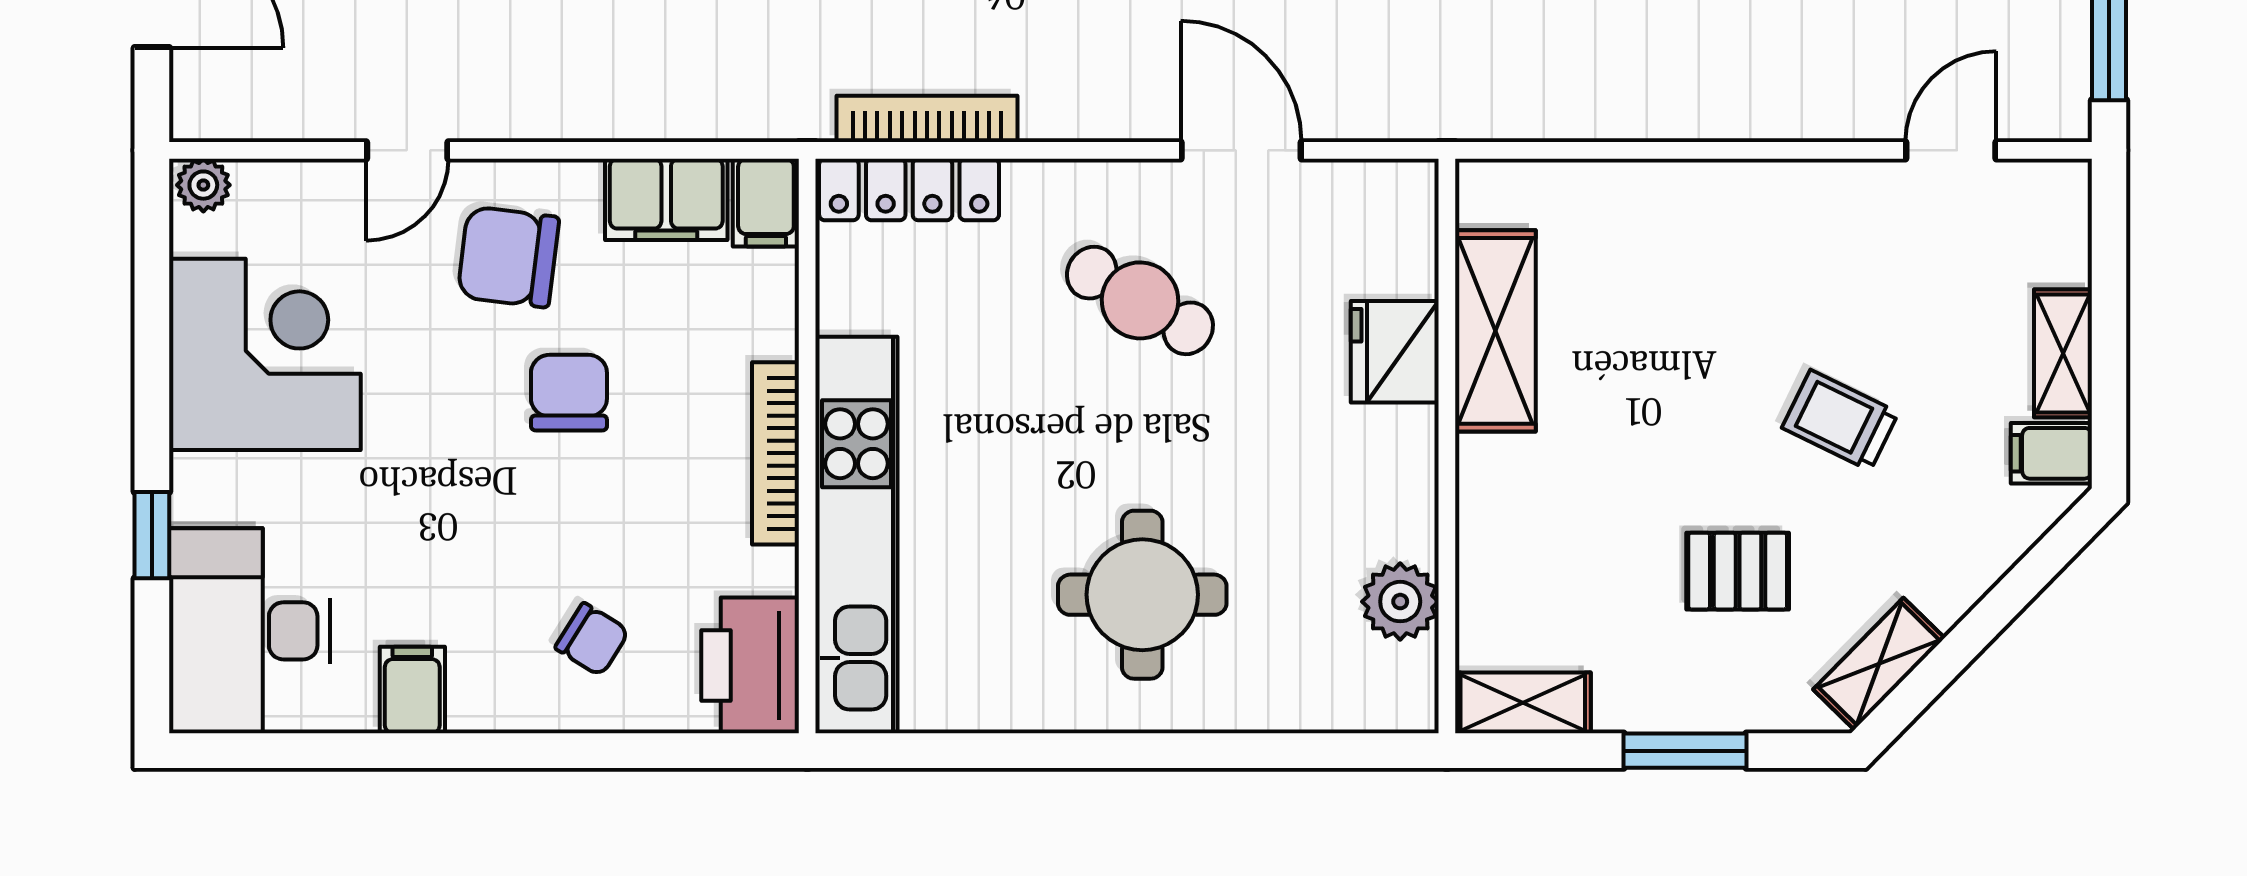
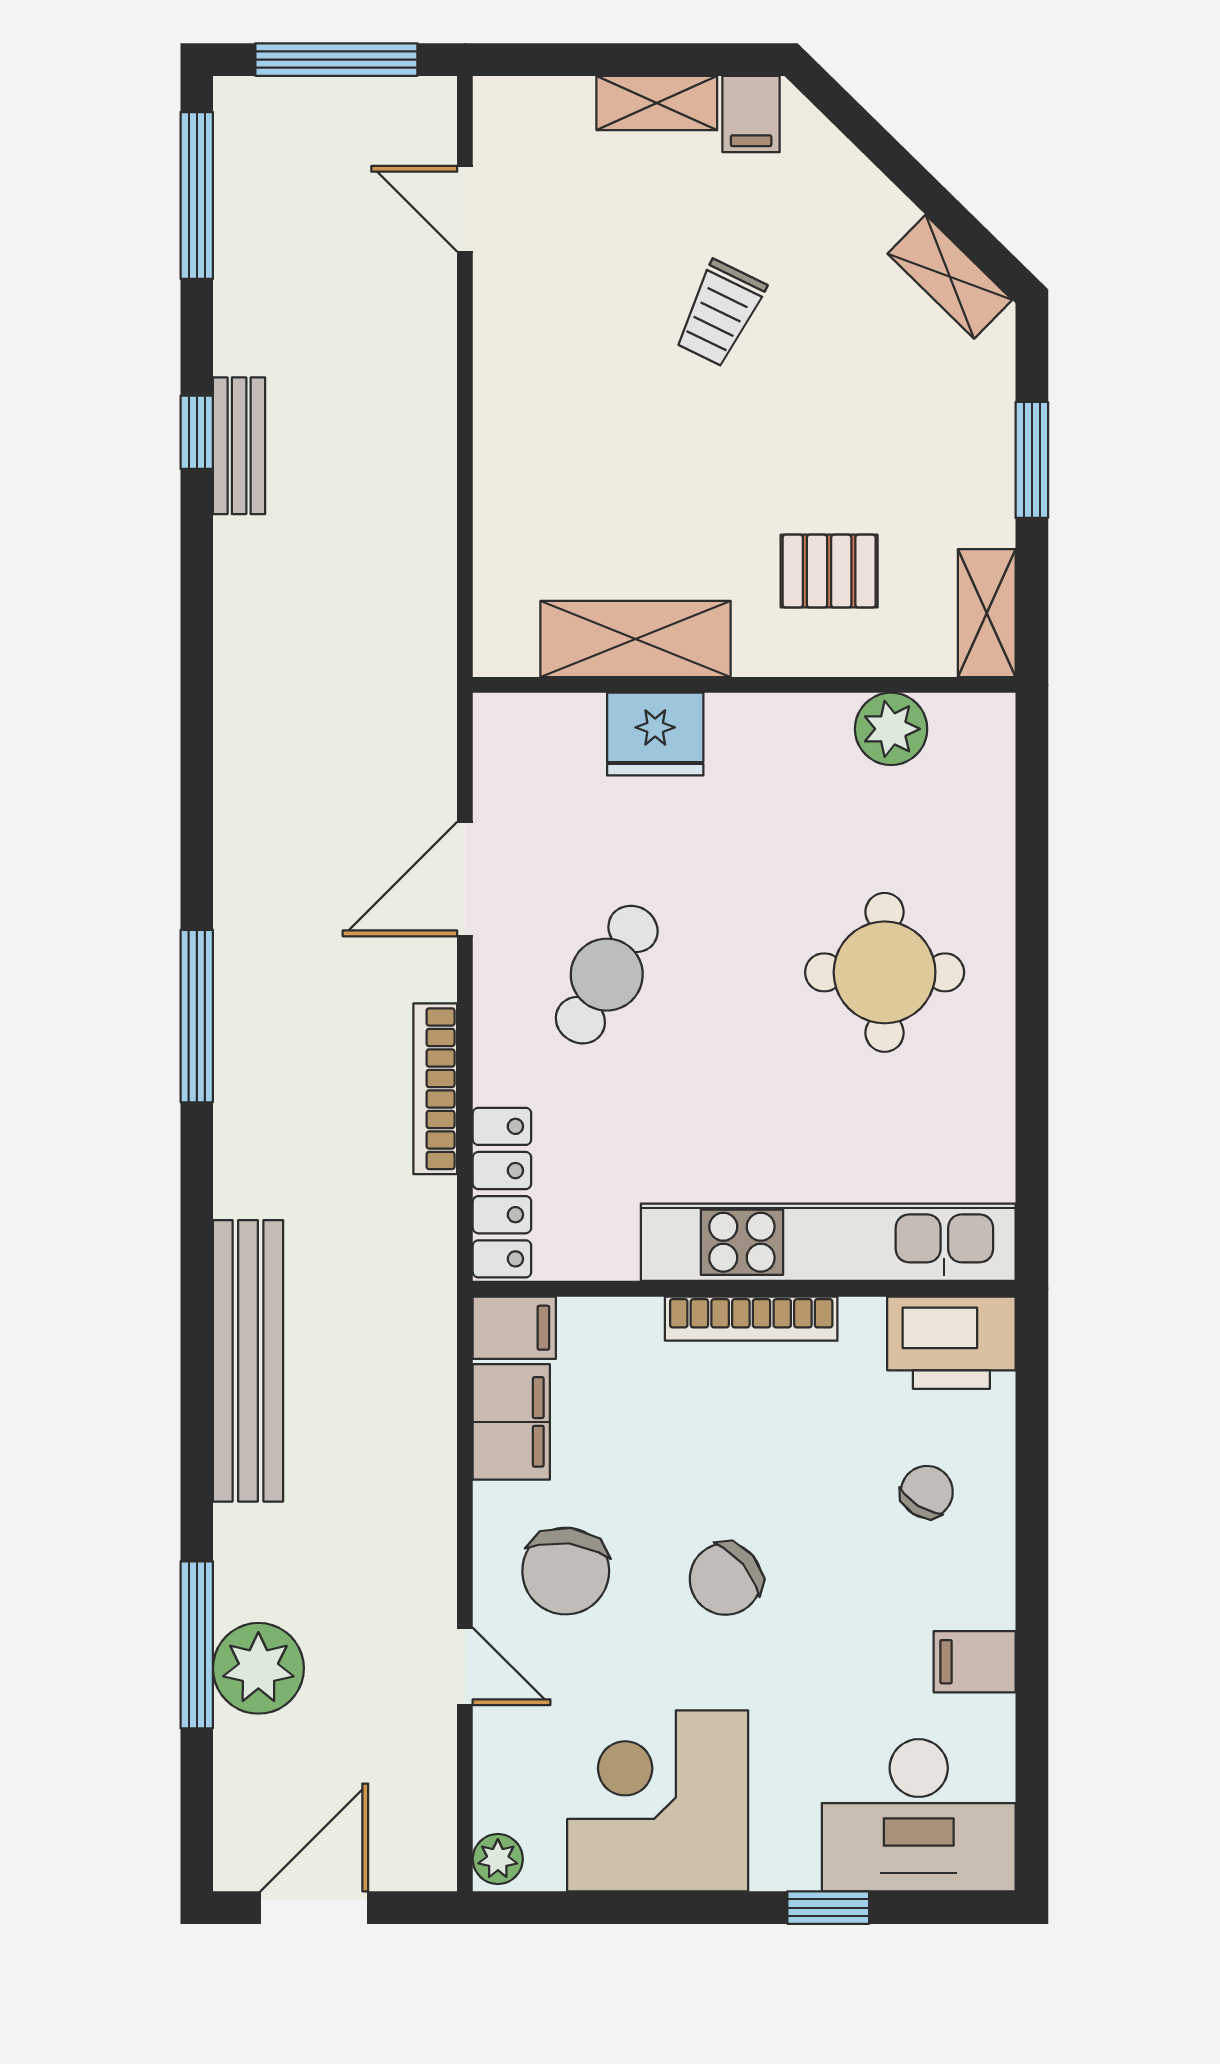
bookcase: (927, 119) -> (435, 1089), moved
chair: (569, 393) -> (726, 1579), moved, turned -40
pallet: (1738, 571) -> (829, 571), moved, turned 90

